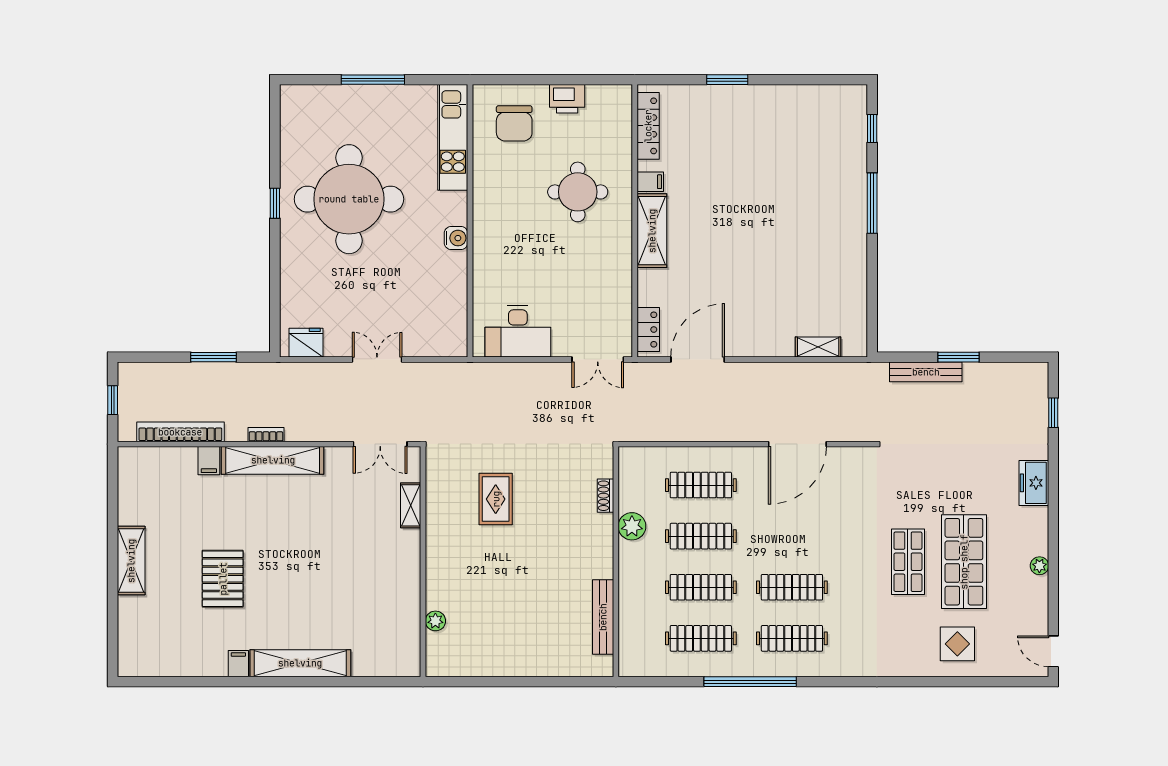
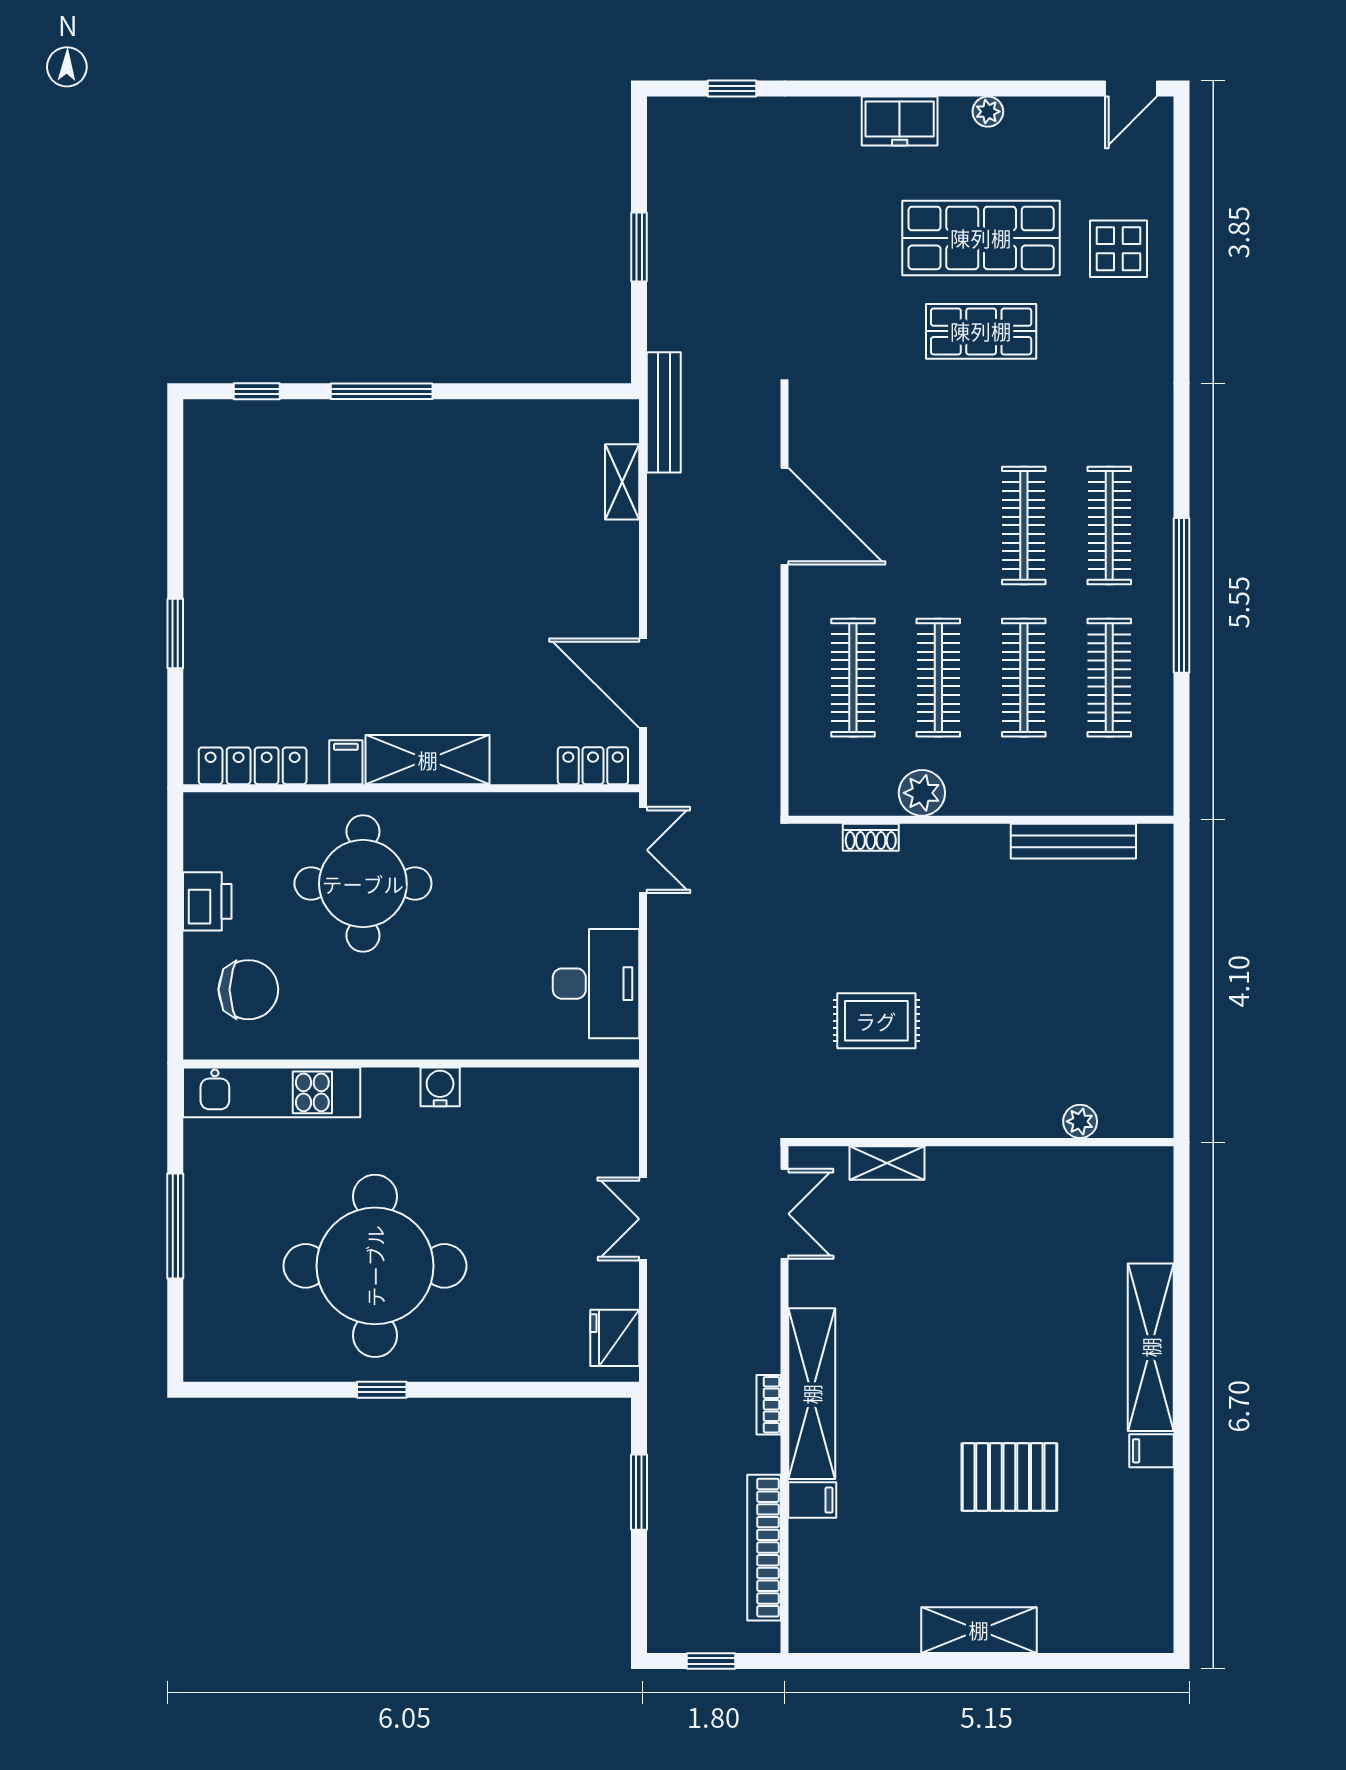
round table: (578, 192) -> (363, 884), width x1.36, depth x1.36
bench: (926, 372) -> (664, 412), moved
freezer: (1034, 483) -> (900, 121), moved

